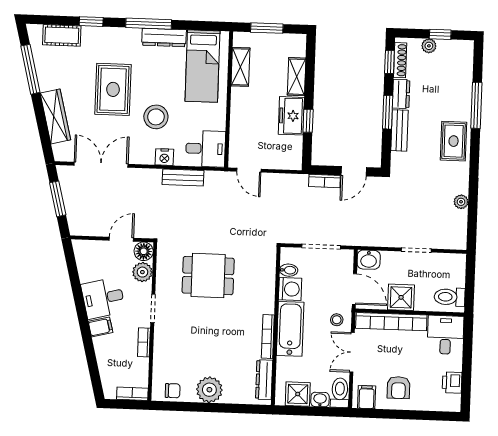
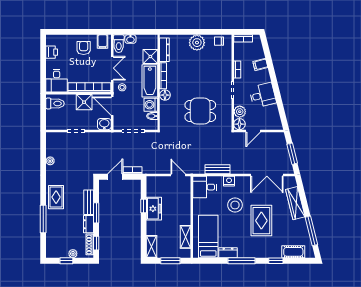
dresser: (164, 37) -> (228, 253), width x0.70
shelving: (297, 77) -> (152, 247), moved
floor lamp: (266, 304) -> (165, 95), added
filing cabinet: (100, 327) -> (260, 65), moved
shower: (298, 394) -> (150, 56), moved

